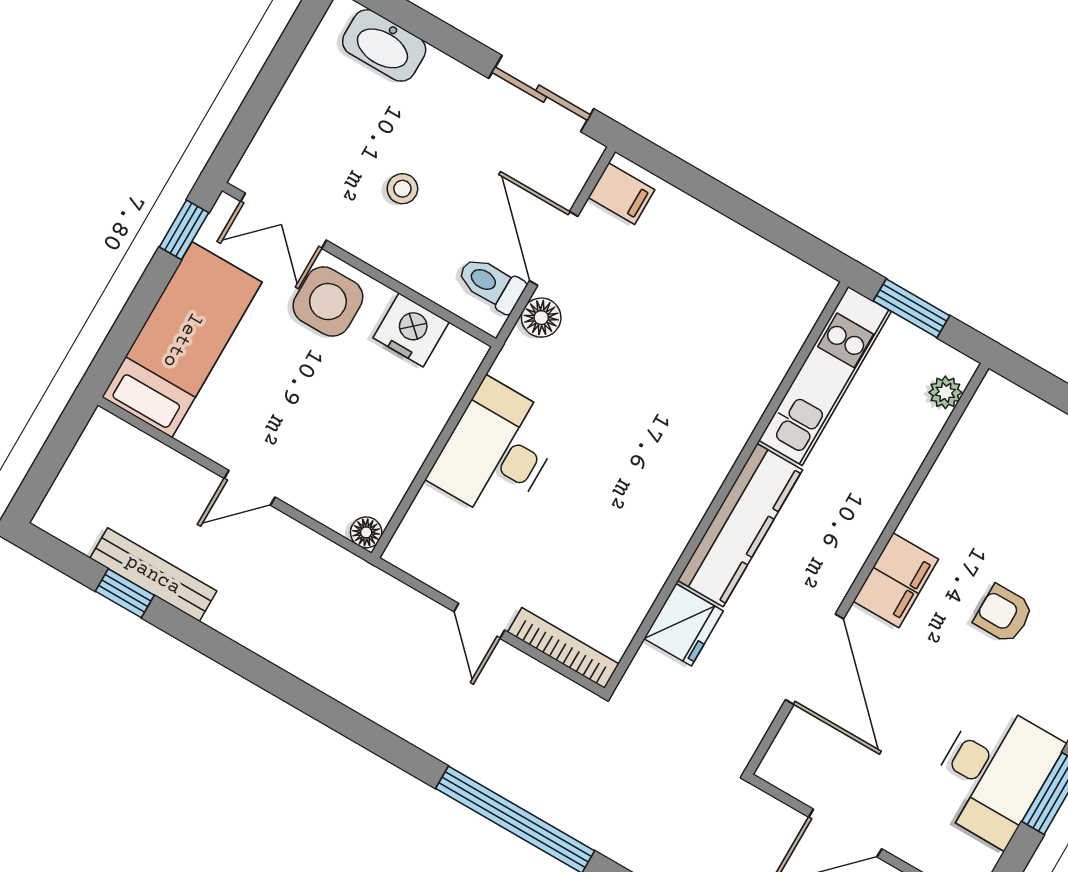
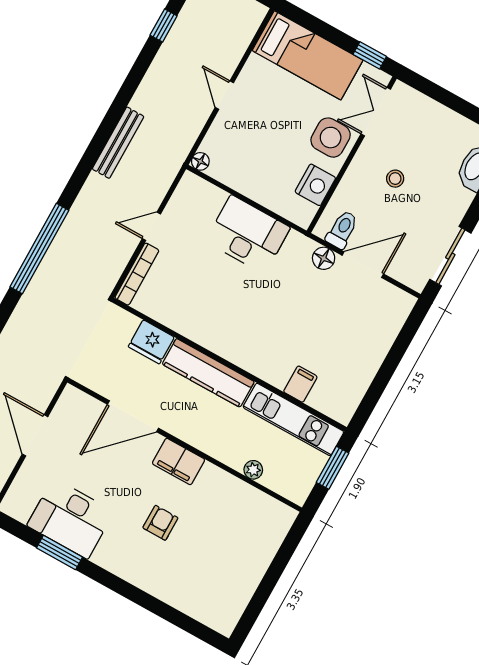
filing cabinet: (621, 194) -> (300, 384), moved, turned 180
plant: (945, 392) -> (253, 470), moved
bench: (153, 575) -> (118, 143), moved

